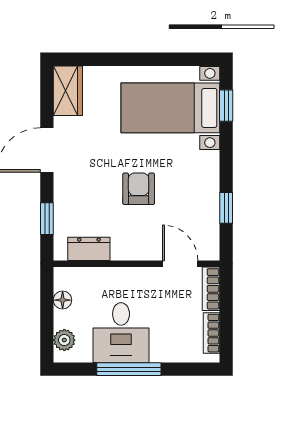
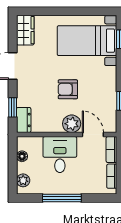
armchair: (139, 189) -> (68, 89), turned -90
plant: (145, 246) -> (72, 124), added
dresser: (89, 249) -> (24, 120), moved, turned 90
desk: (121, 333) -> (60, 155), moved, turned 180

